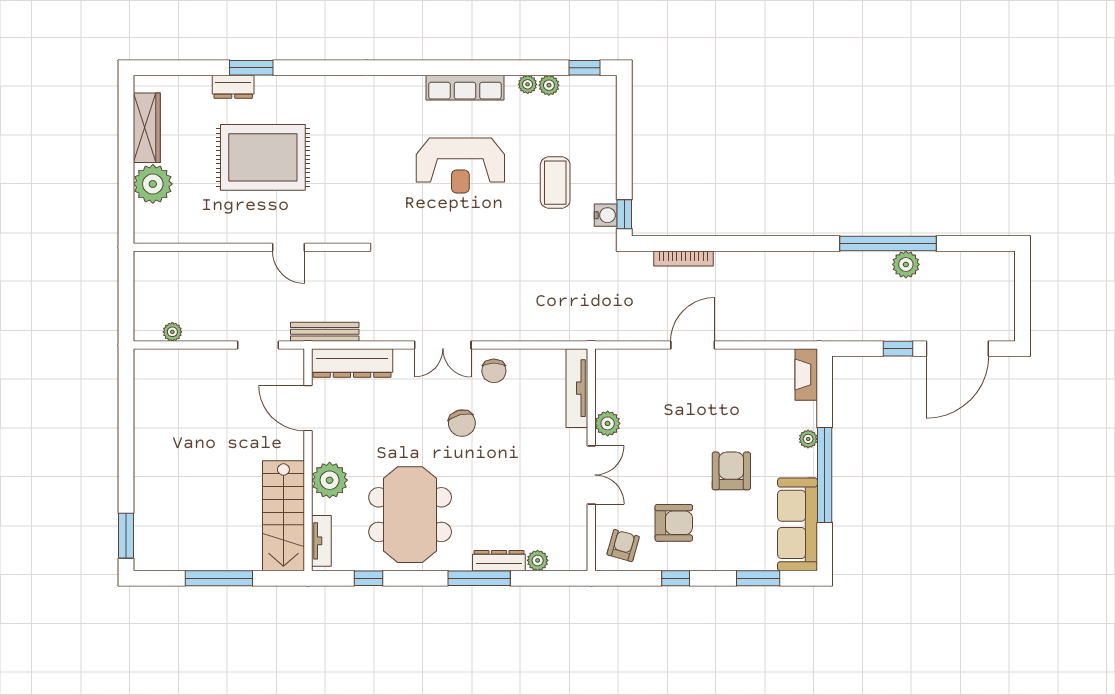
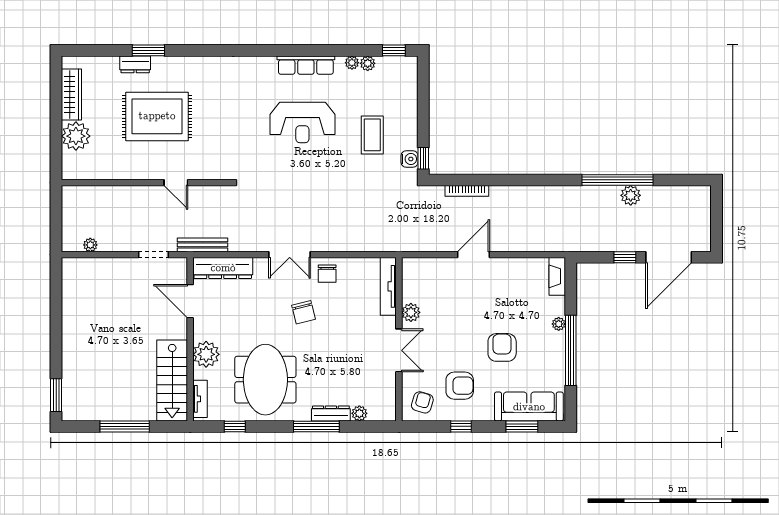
sofa: (797, 524) -> (529, 407), moved, turned 90

